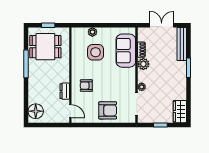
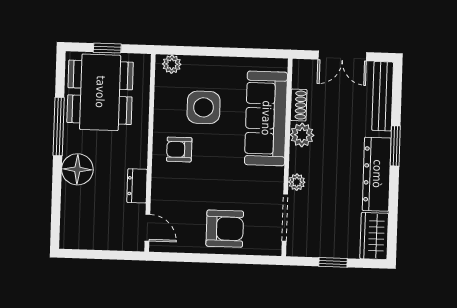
double door: (162, 25) -> (342, 56), swing flipped
plant: (92, 32) -> (172, 64), moved
dining table: (45, 47) -> (100, 92), width x1.38
sofa: (126, 51) -> (266, 118), width x1.36
dresser: (180, 82) -> (377, 174), added
armchair: (86, 86) -> (179, 149), moved
floor lamp: (36, 111) -> (77, 169), moved

